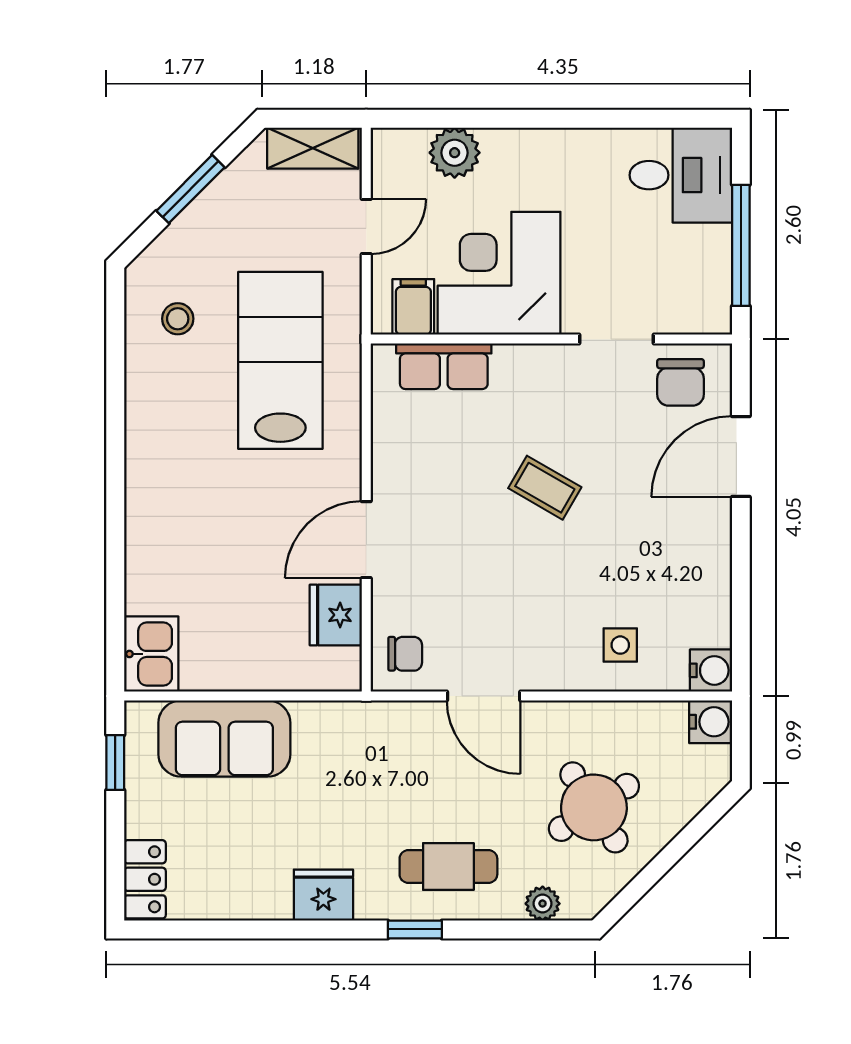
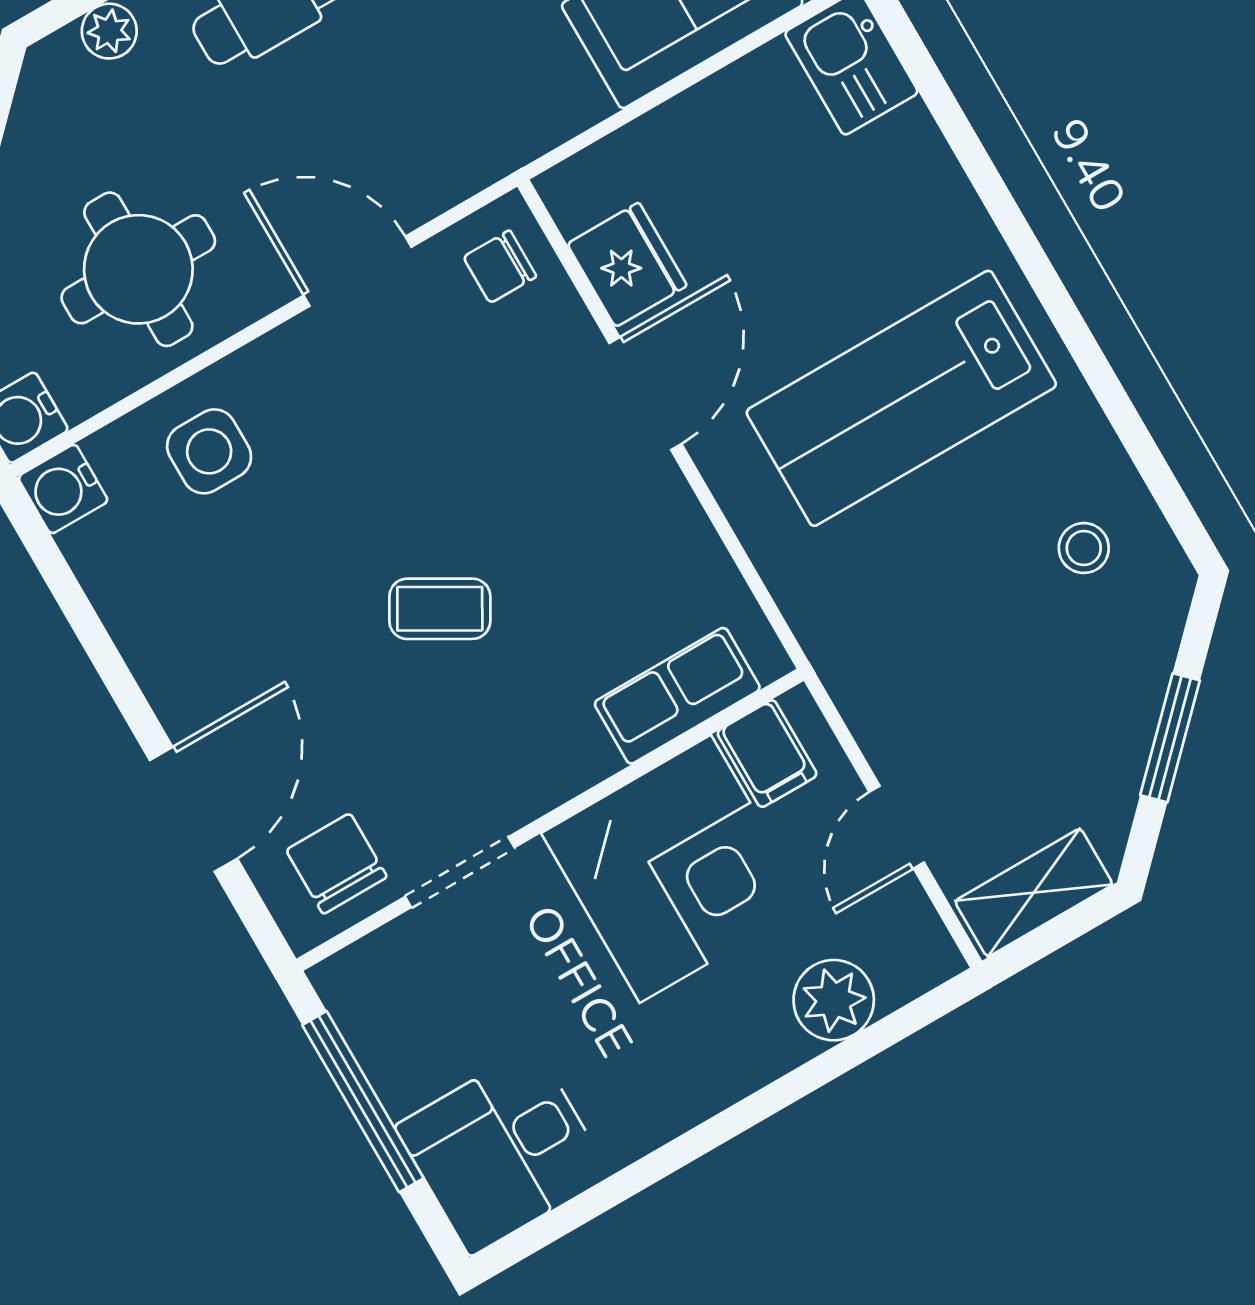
lab bench: (280, 360) -> (901, 398), moved, turned 90
side table: (620, 645) -> (209, 451), width x1.37, depth x1.37
round table: (594, 807) -> (138, 269), moved, turned 33

